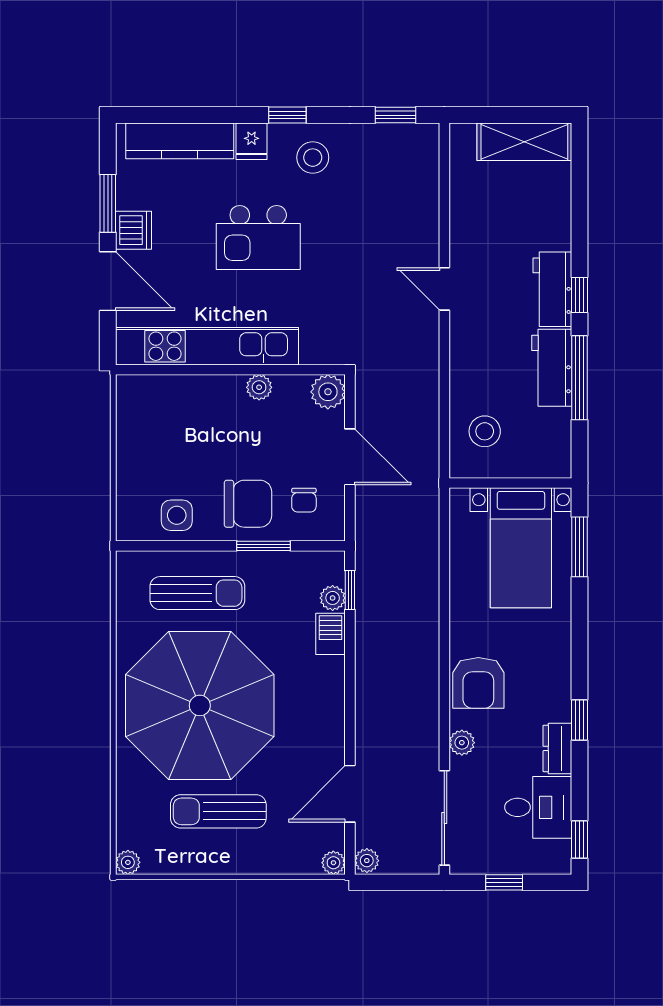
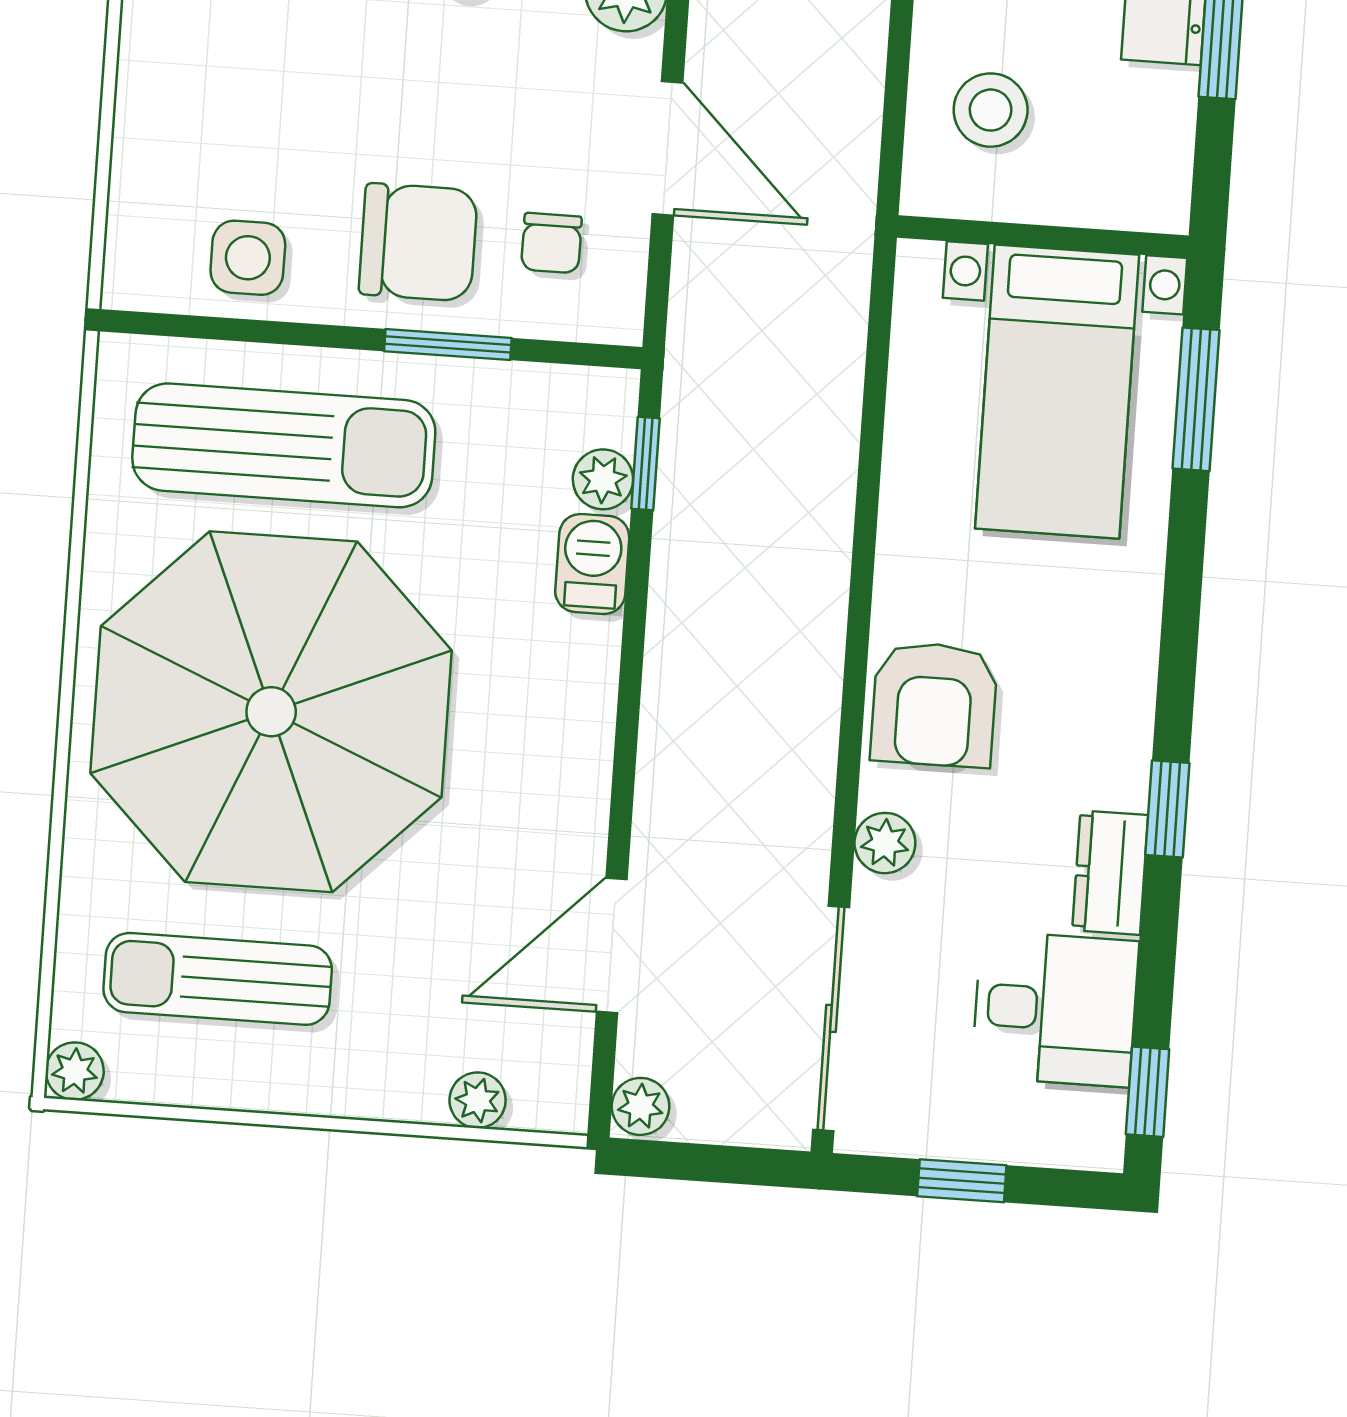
sun lounger: (197, 593) -> (284, 445), width x1.36, depth x1.34
sun lounger: (218, 811) -> (218, 979), moved
plant: (333, 863) -> (478, 1100), moved

